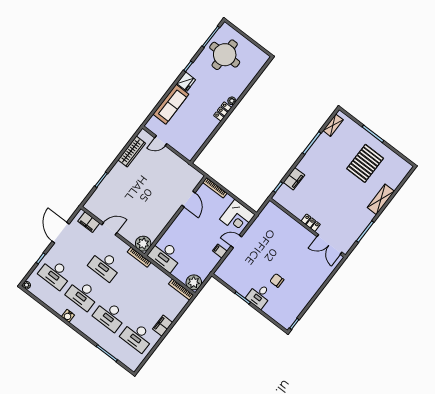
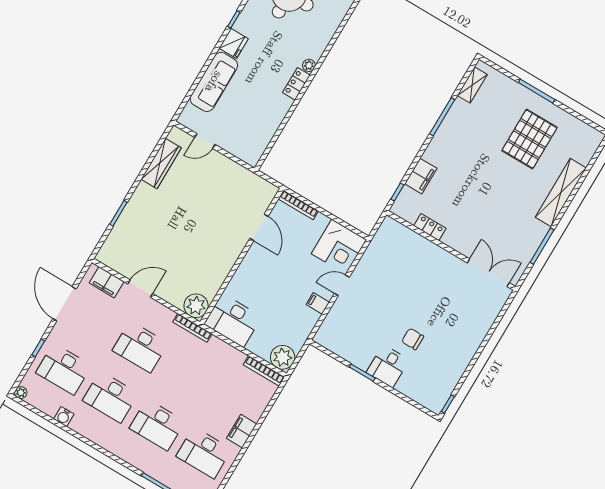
shelving: (381, 199) -> (561, 193), width x1.47
locker: (311, 223) -> (430, 227), moved
double door: (329, 244) -> (488, 273), swing flipped
water cooler: (68, 316) -> (64, 417), moved

